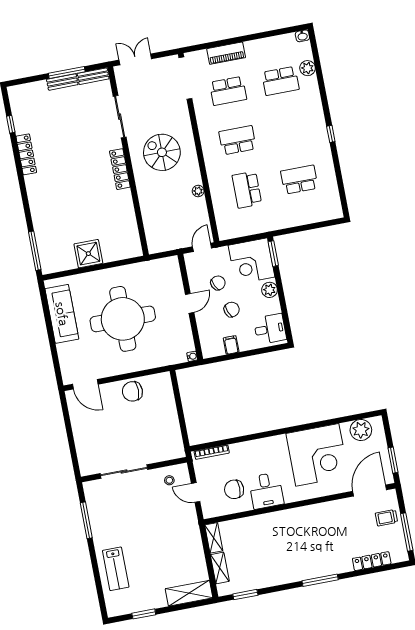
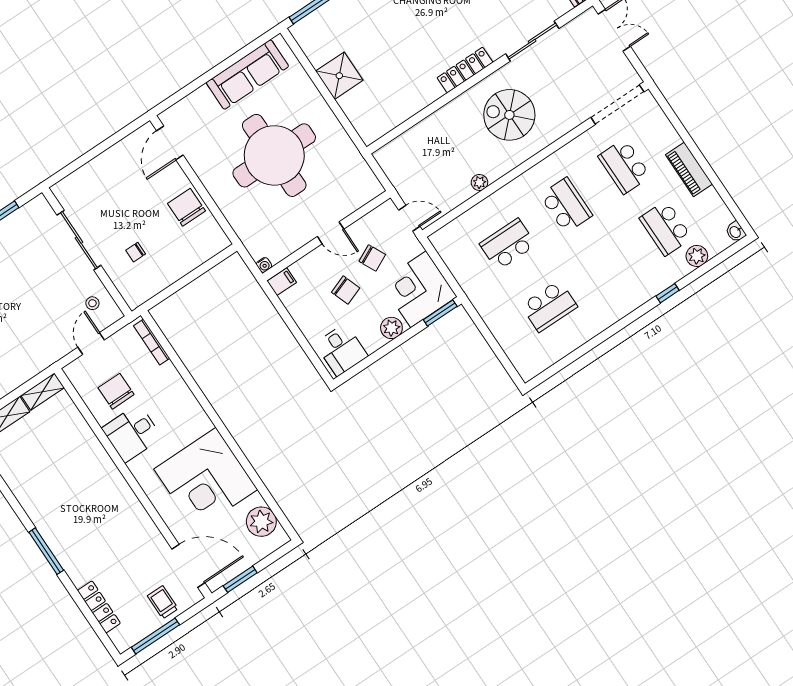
piano: (226, 53) -> (689, 169), moved
window: (331, 134) -> (668, 293), moved
spiral stairs: (162, 152) -> (509, 115), turned -90
school desk: (299, 180) -> (549, 306), turned 90
filing cabinet: (231, 345) -> (282, 282), moved
chair: (148, 438) -> (136, 252), added

